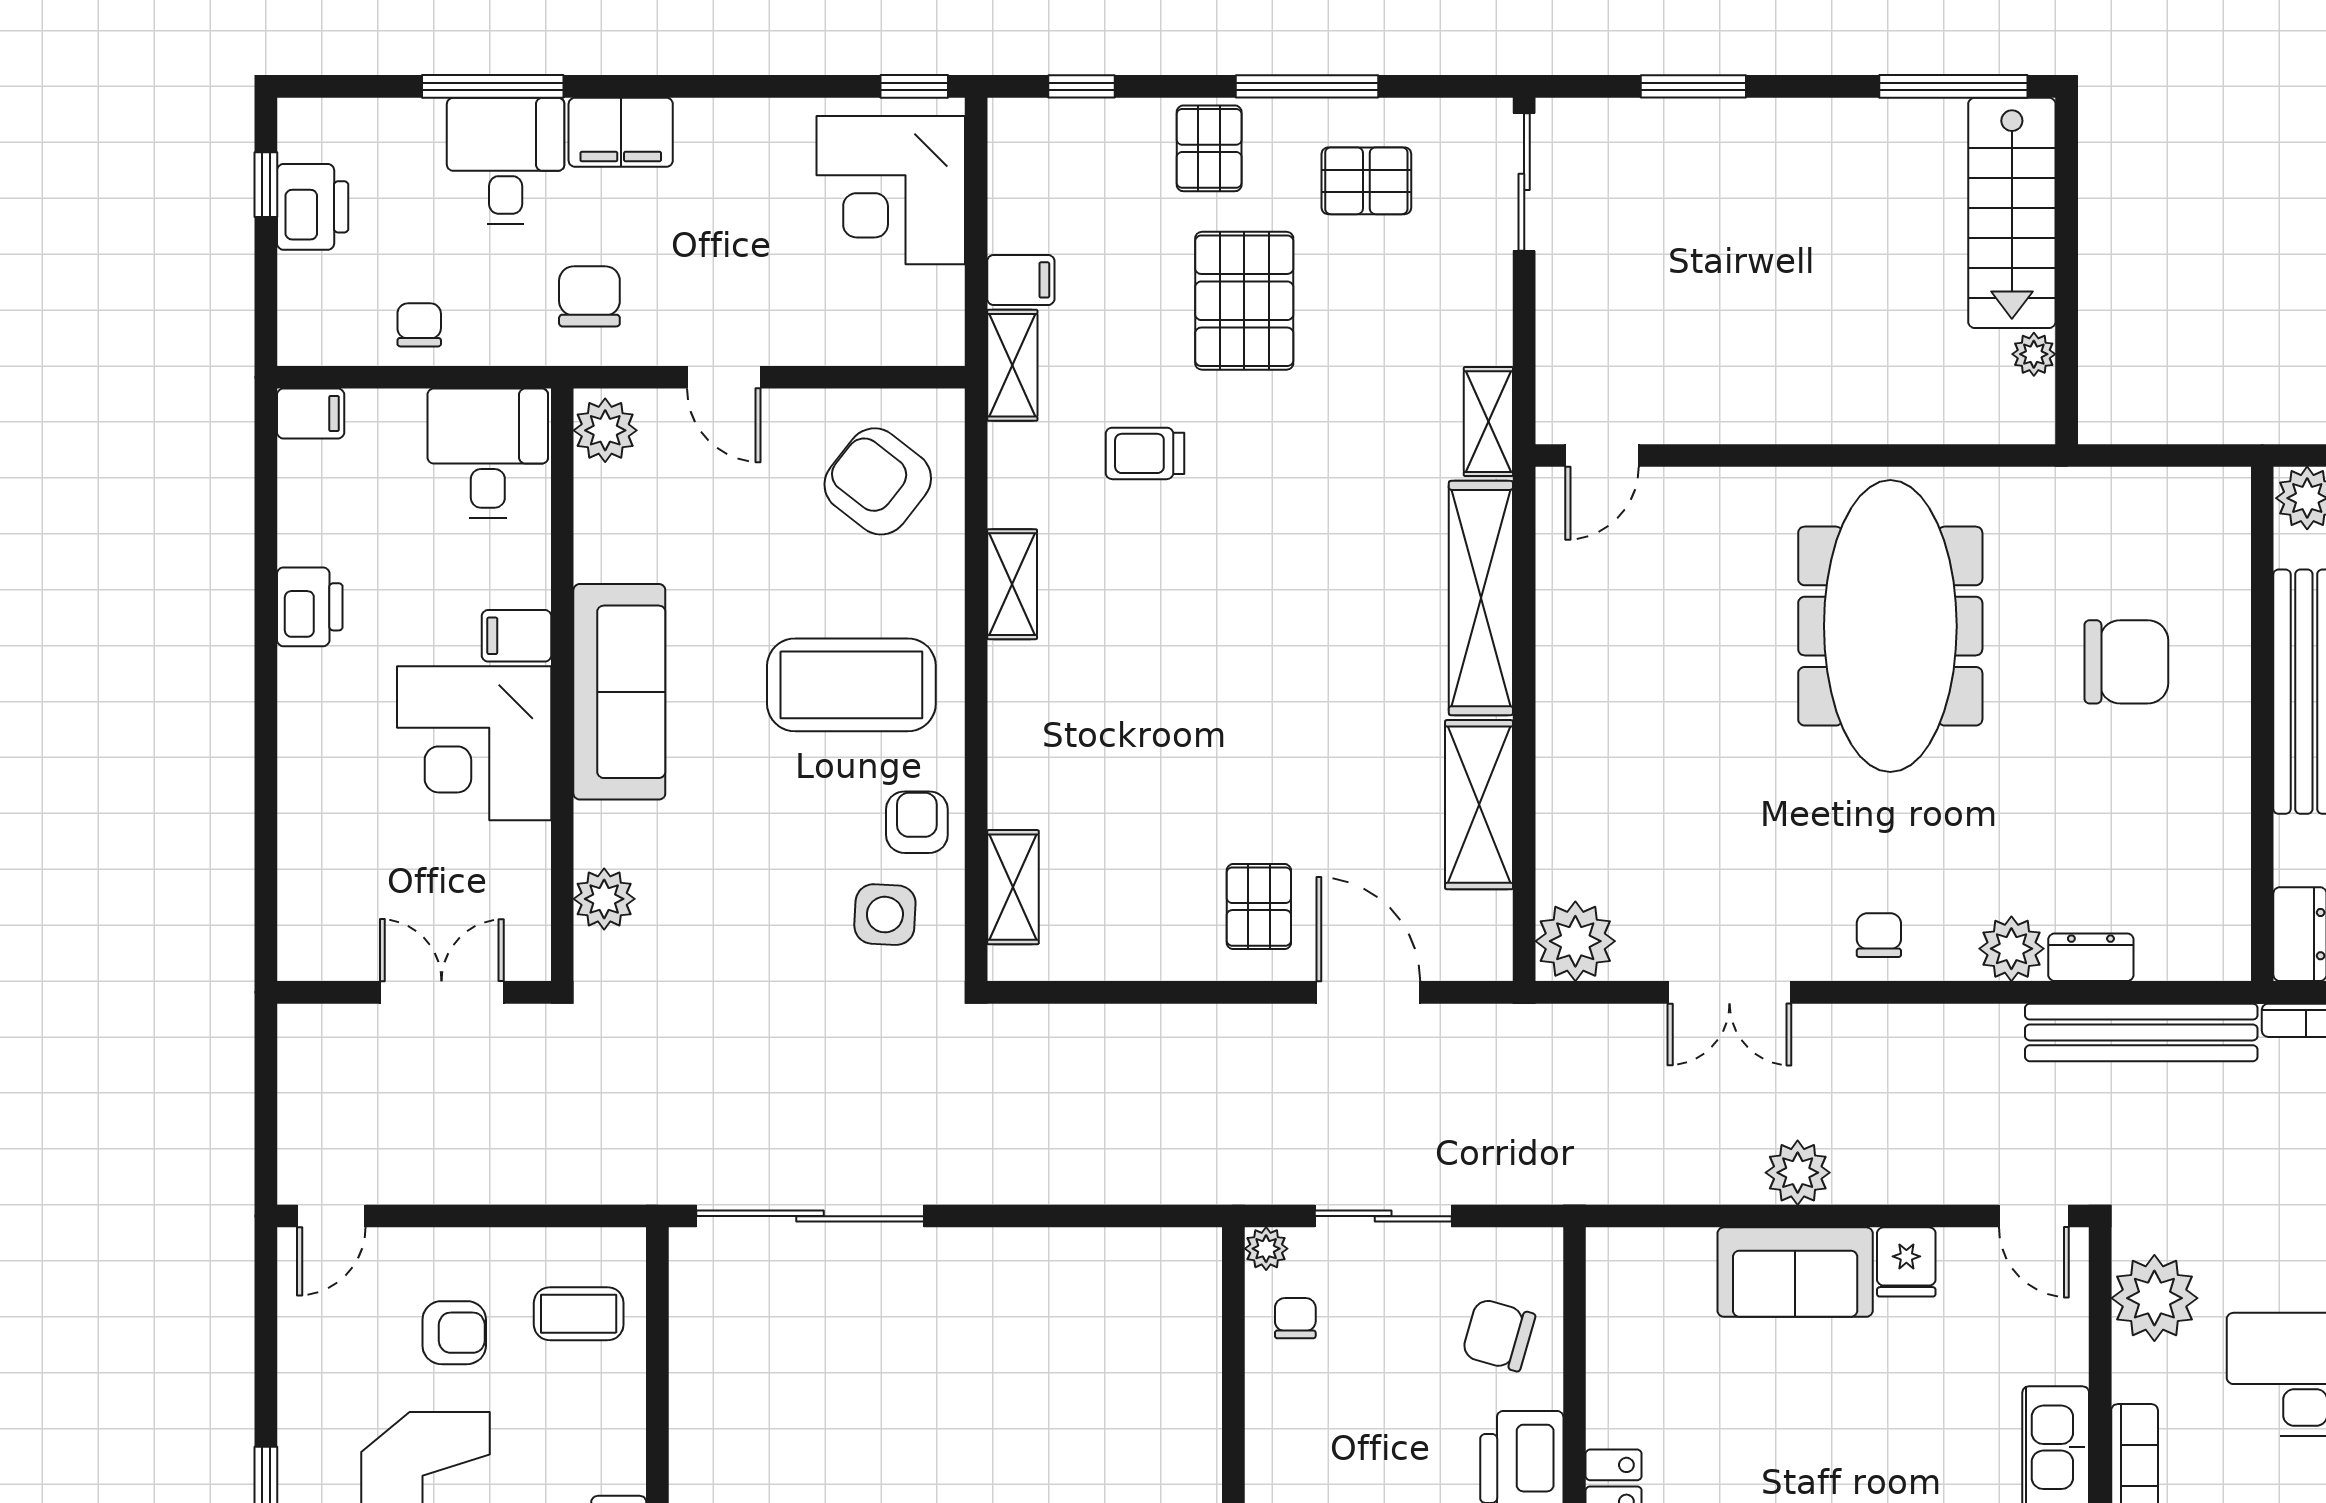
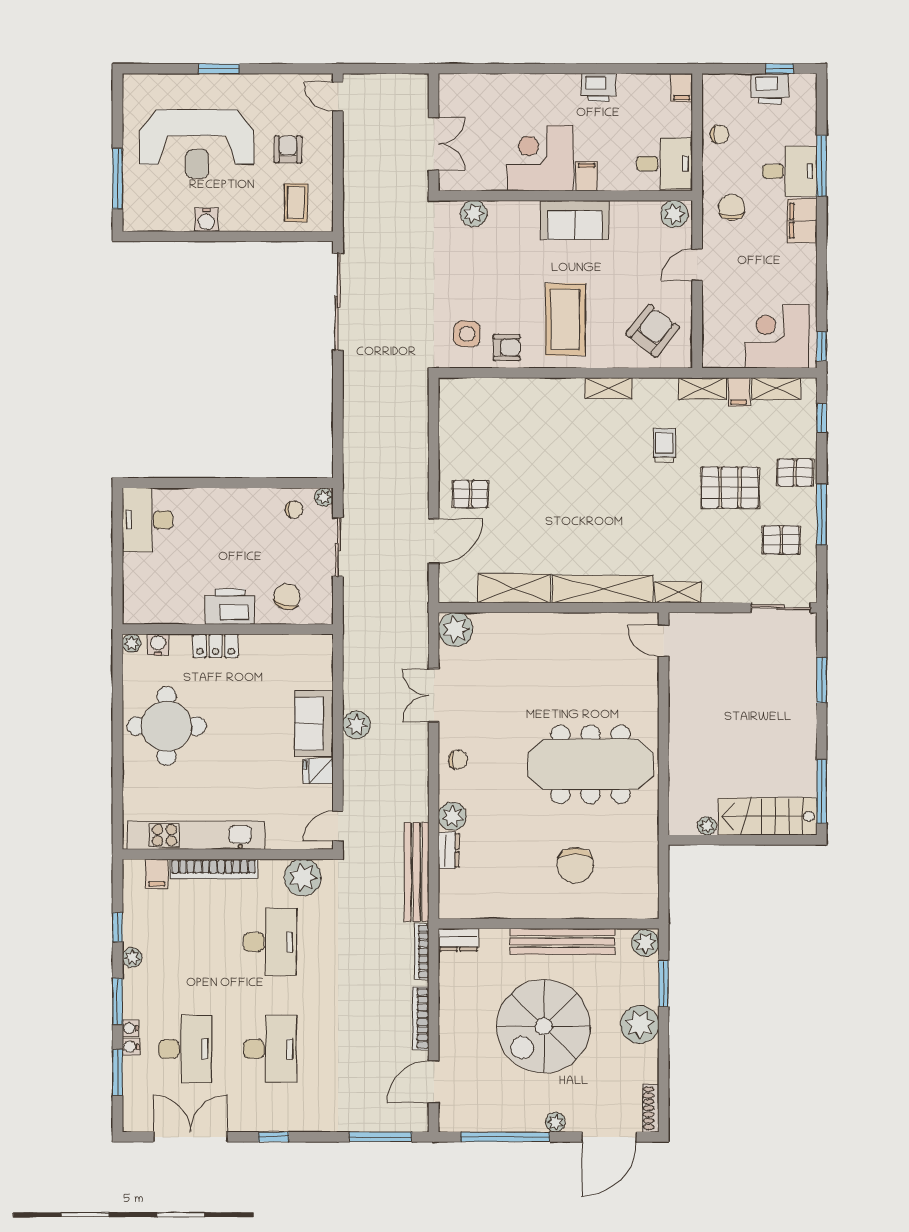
pallet: (1366, 181) -> (781, 540), turned 90
chair: (589, 296) -> (732, 207), turned -90
sofa: (619, 692) -> (575, 220), width x0.73
shelving: (1013, 887) -> (776, 389), moved
armchair: (454, 1333) -> (288, 149), turned 180

